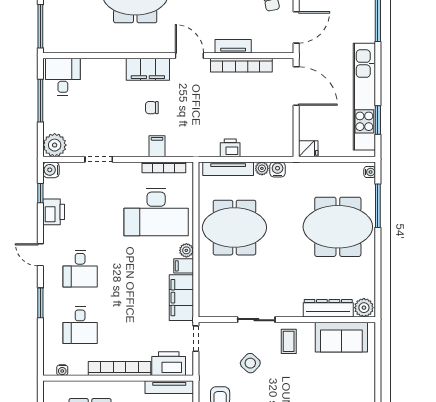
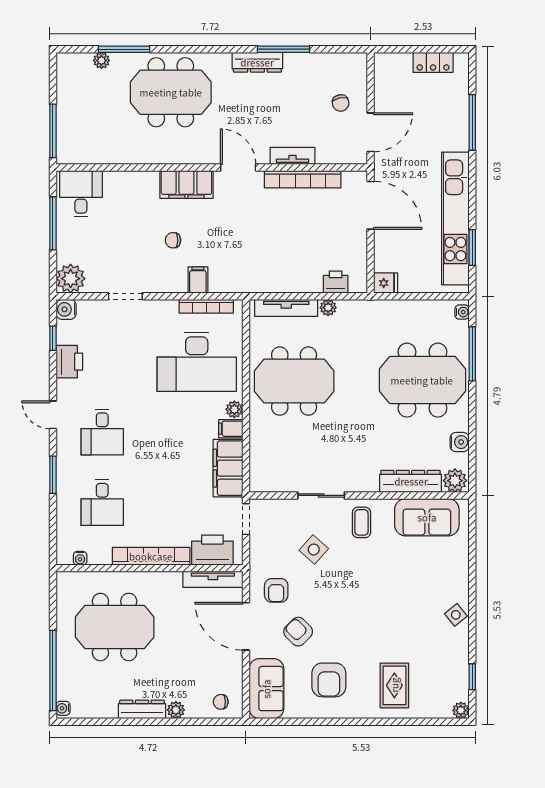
chair: (152, 108) -> (173, 240), moved
printer: (230, 148) -> (336, 282), moved
water cooler: (278, 169) -> (460, 442), moved, turned 90

